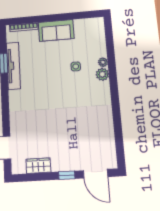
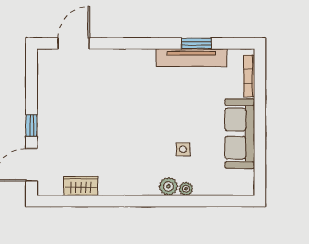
sofa: (56, 30) -> (240, 134), width x1.36
wardrobe: (38, 166) -> (81, 186), moved, turned -90

